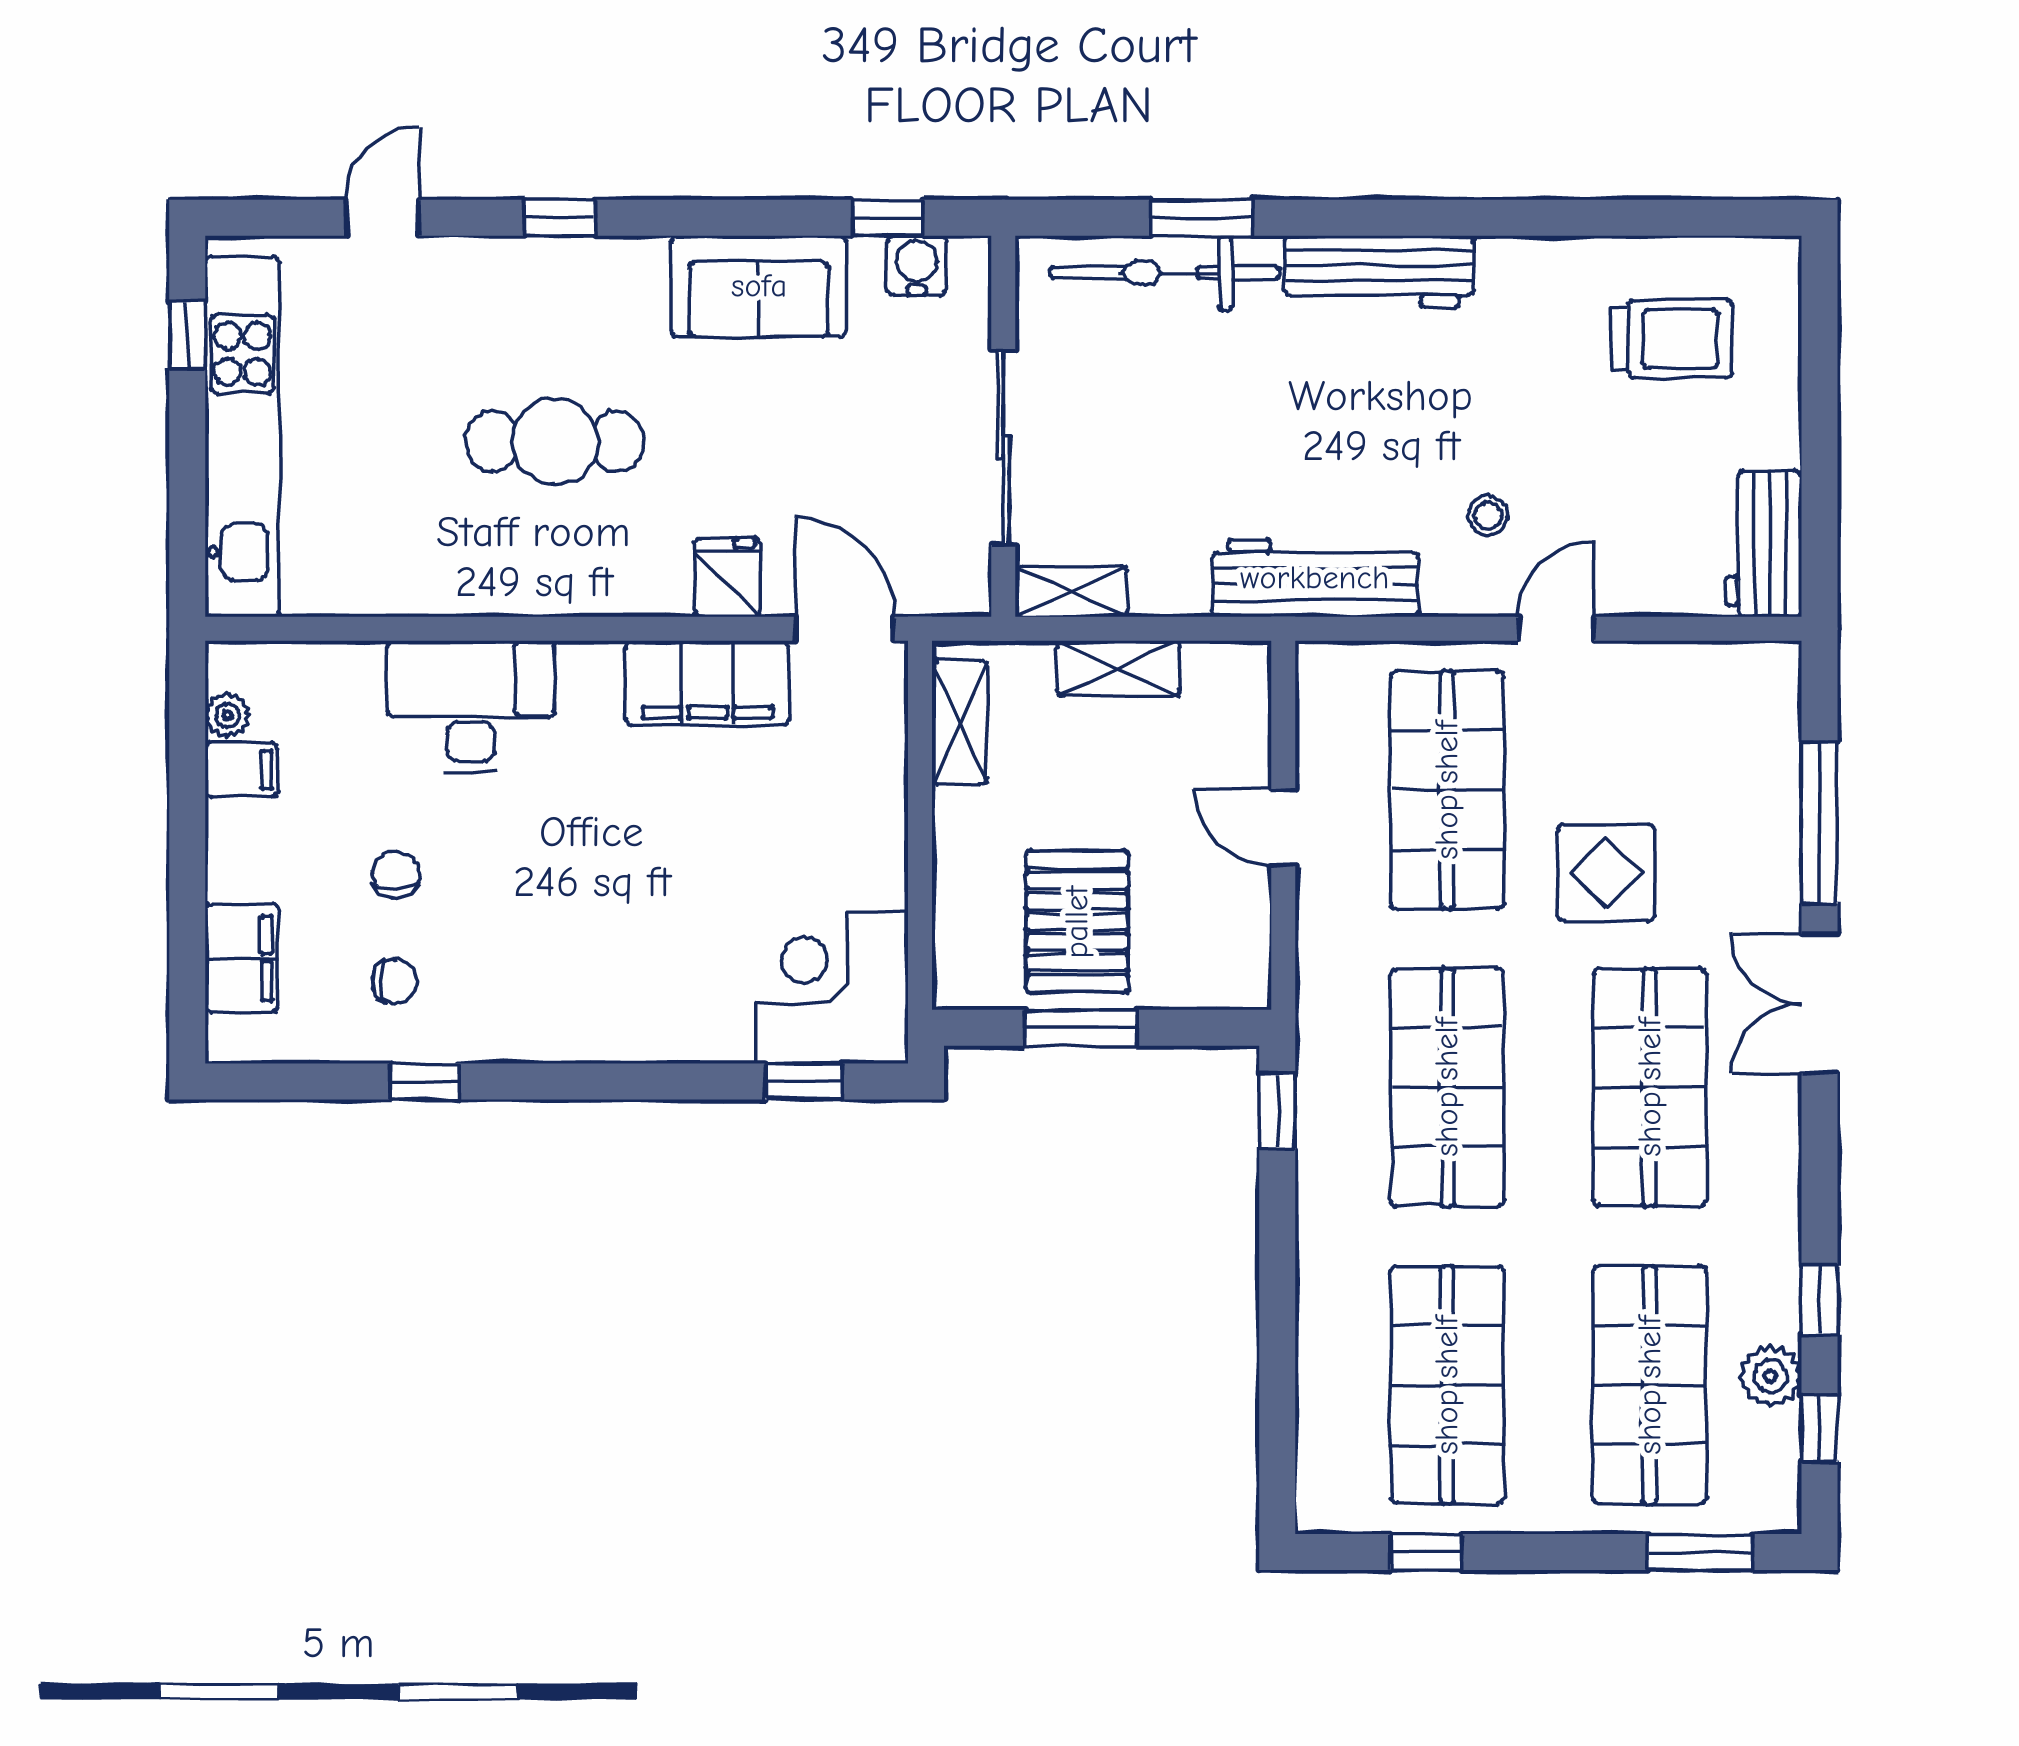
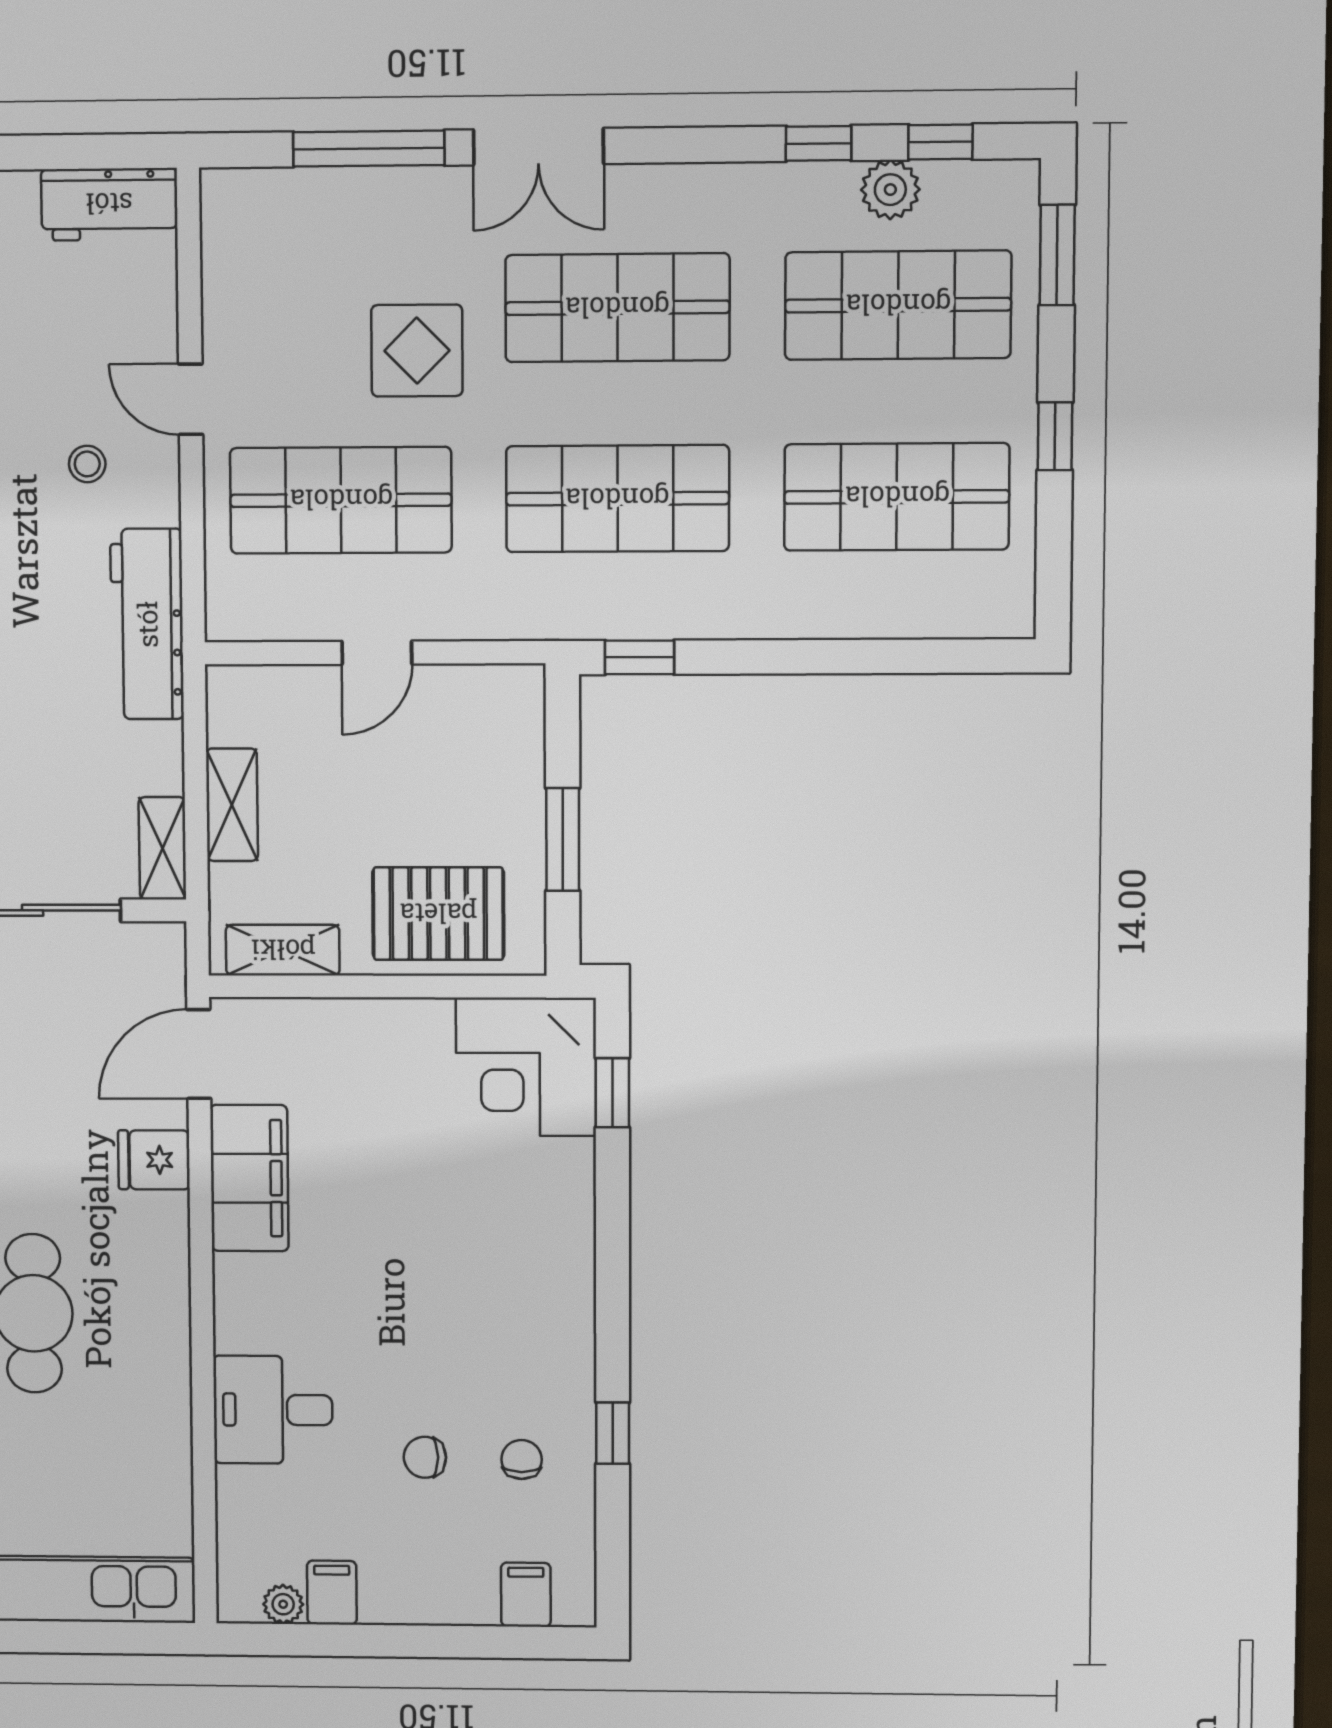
desk: (471, 706) -> (273, 1410), width x0.73
pallet: (1077, 922) -> (438, 914), moved
filing cabinet: (242, 958) -> (526, 1595), width x0.50
window: (1426, 1552) -> (1055, 436), moved

